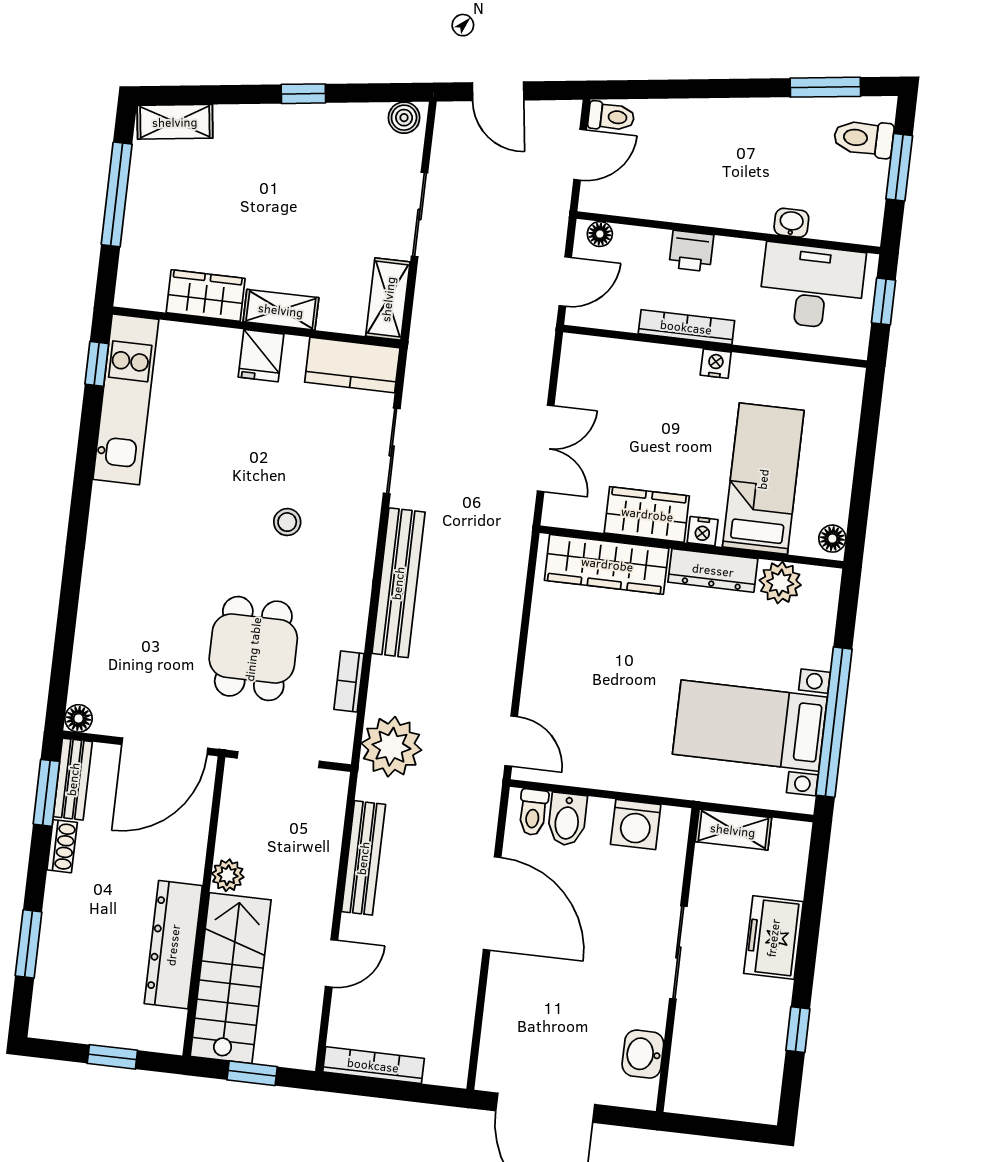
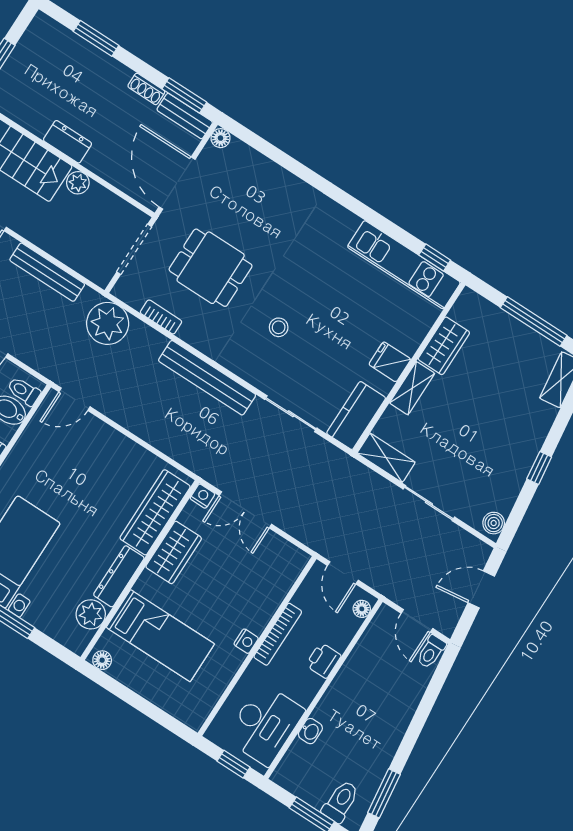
nightstand: (703, 531) -> (202, 496), moved, turned 90
dresser: (173, 945) -> (67, 142), width x0.51, depth x0.80

